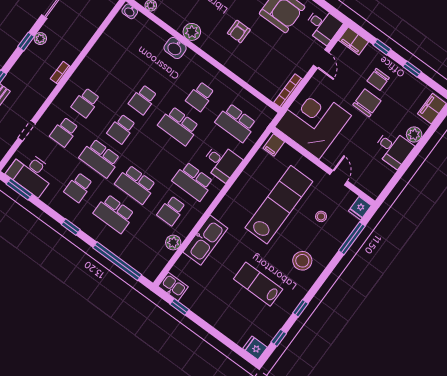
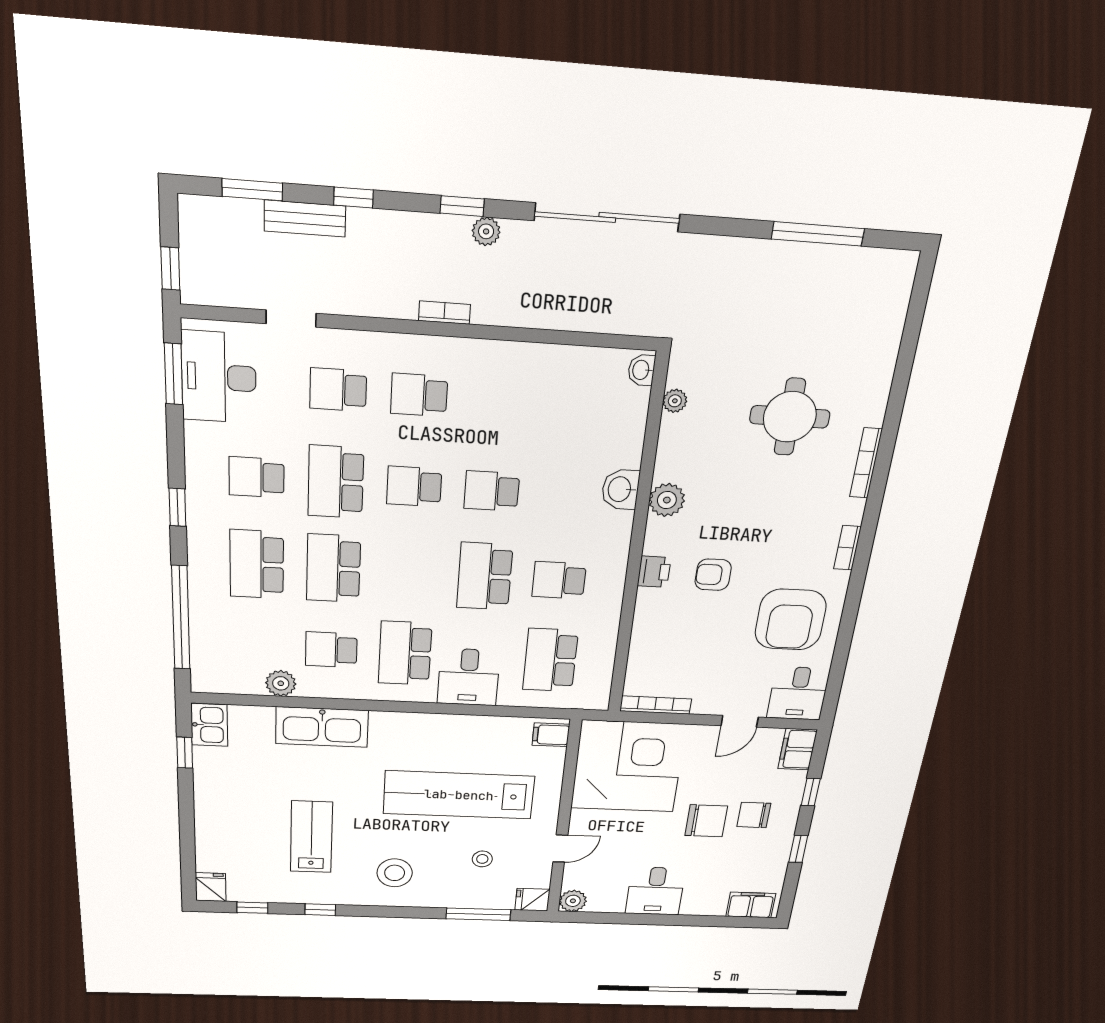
printer: (221, 55) -> (654, 572), added
plant: (414, 134) -> (573, 901), moved
lab bench: (279, 205) -> (459, 795), turned 180

